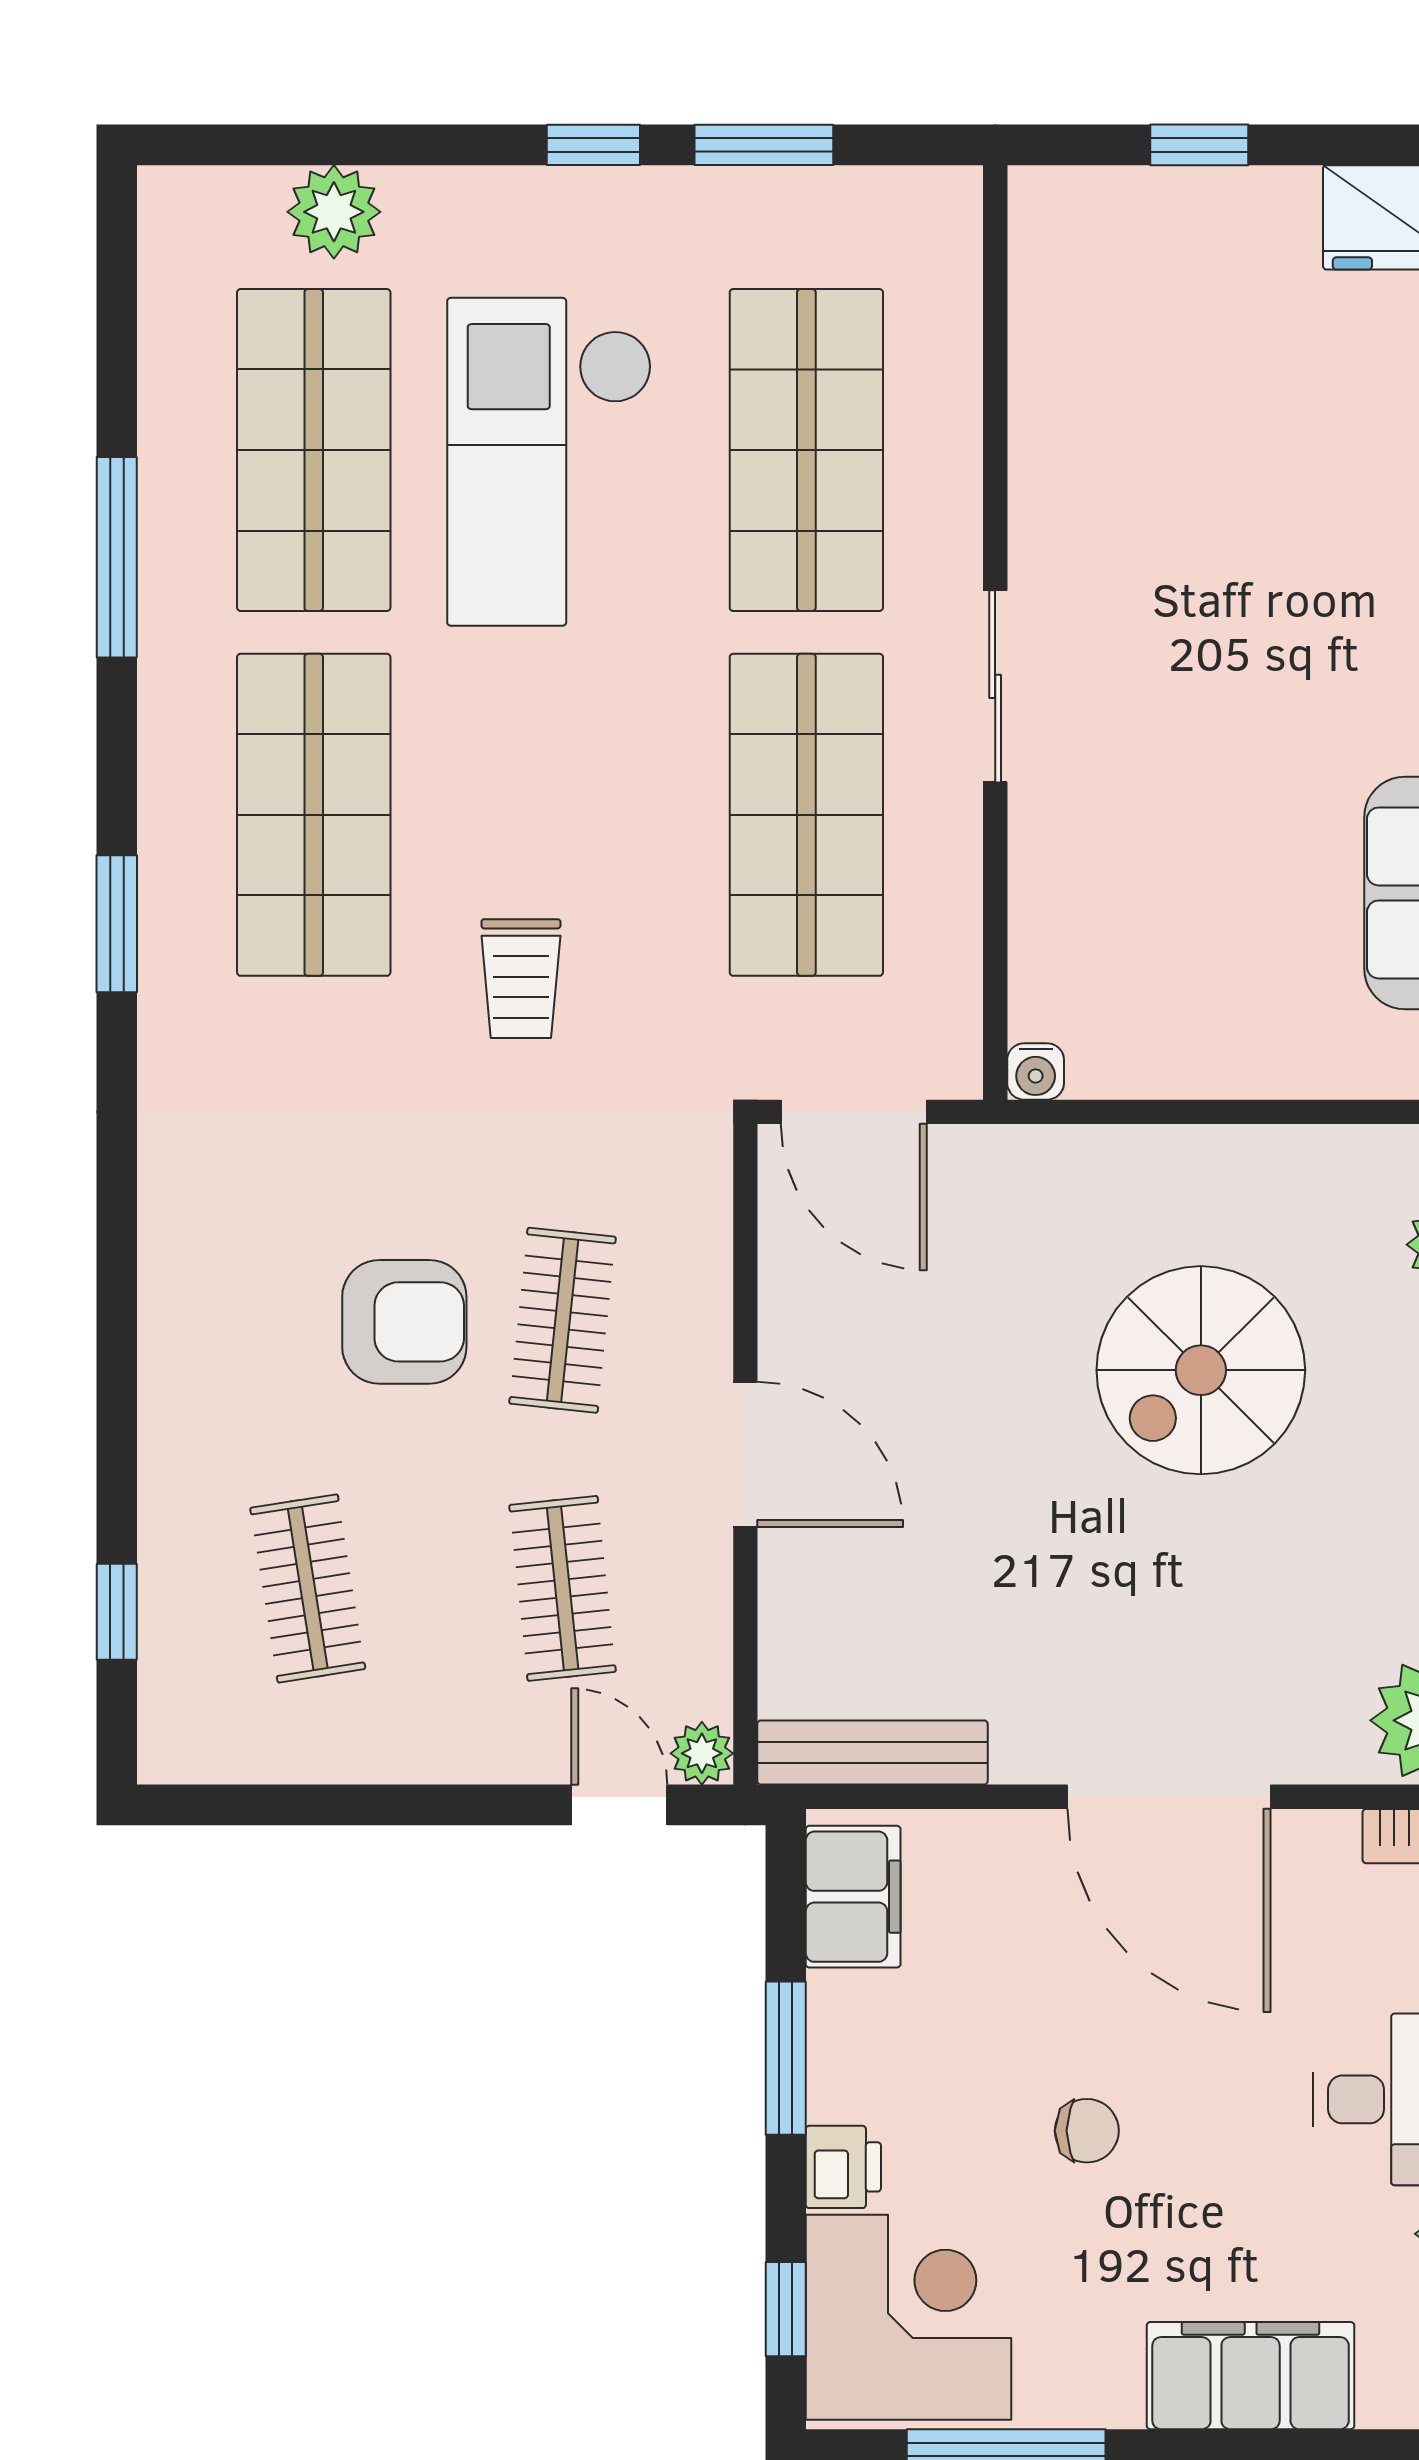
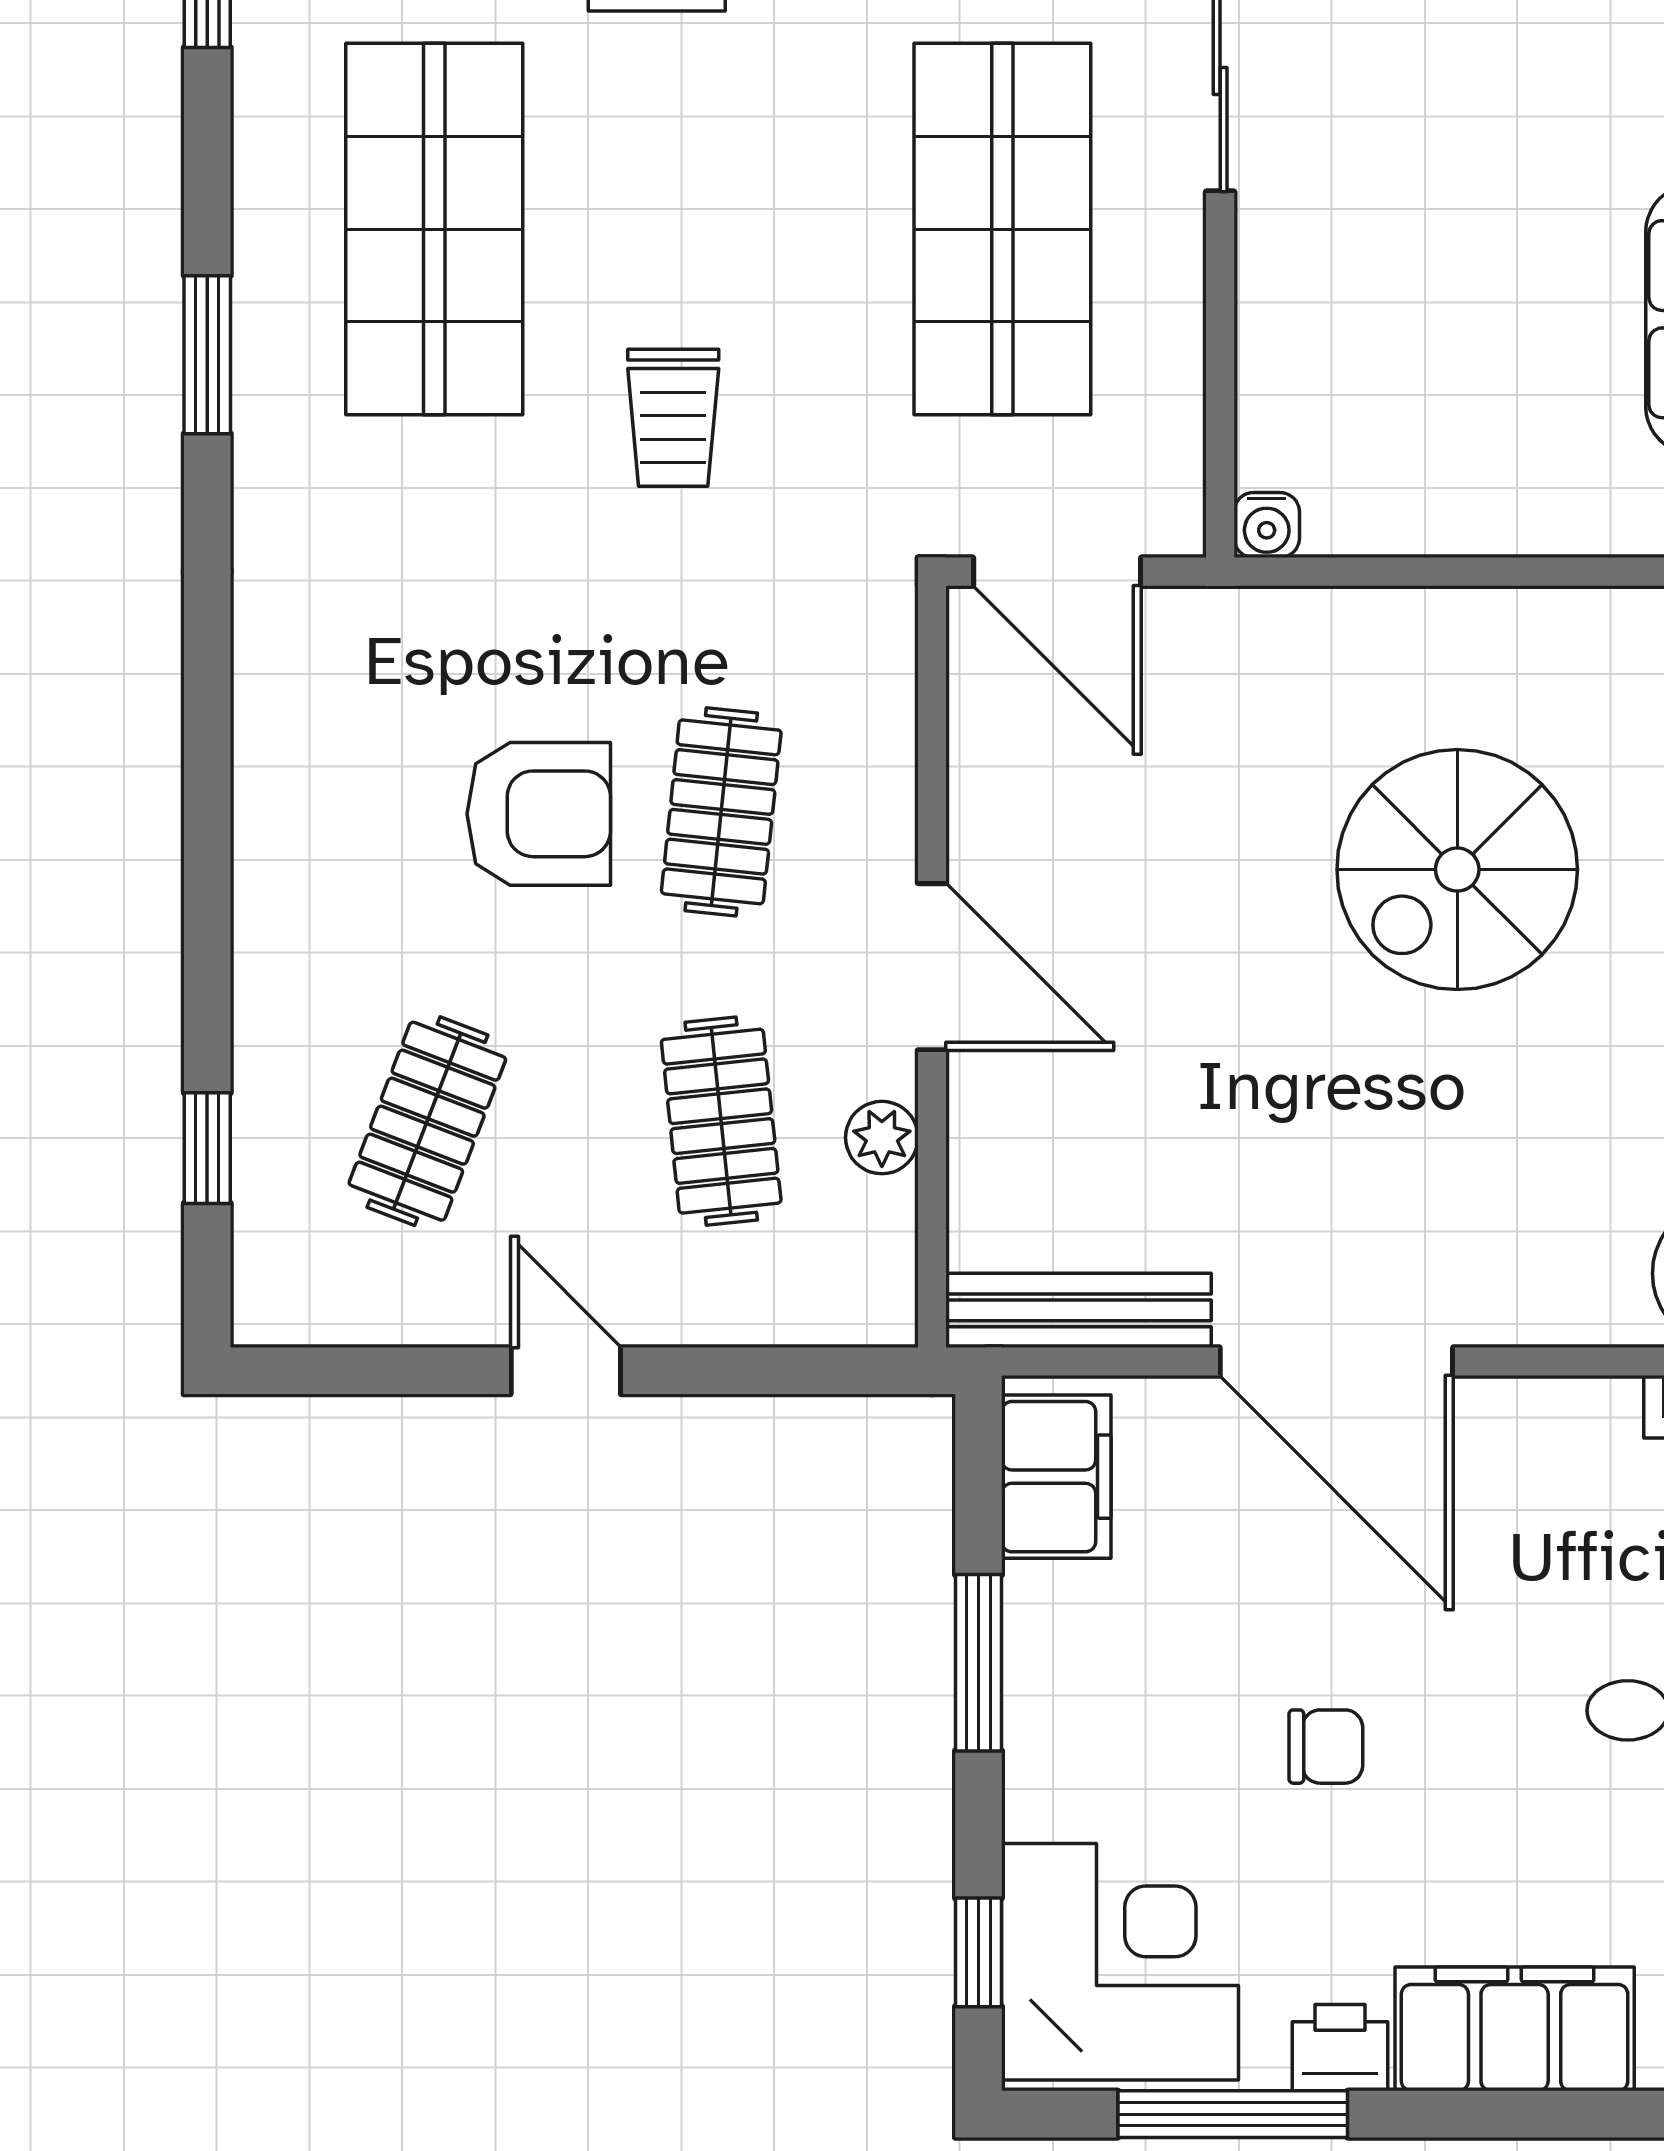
clothes rail: (308, 1588) -> (427, 1121), turned 30
plant: (702, 1753) -> (882, 1138), moved
door: (1169, 1797) -> (1336, 1361), moved
door: (619, 1805) -> (566, 1371), moved
printer: (843, 2167) -> (1340, 2048), moved, turned -90

